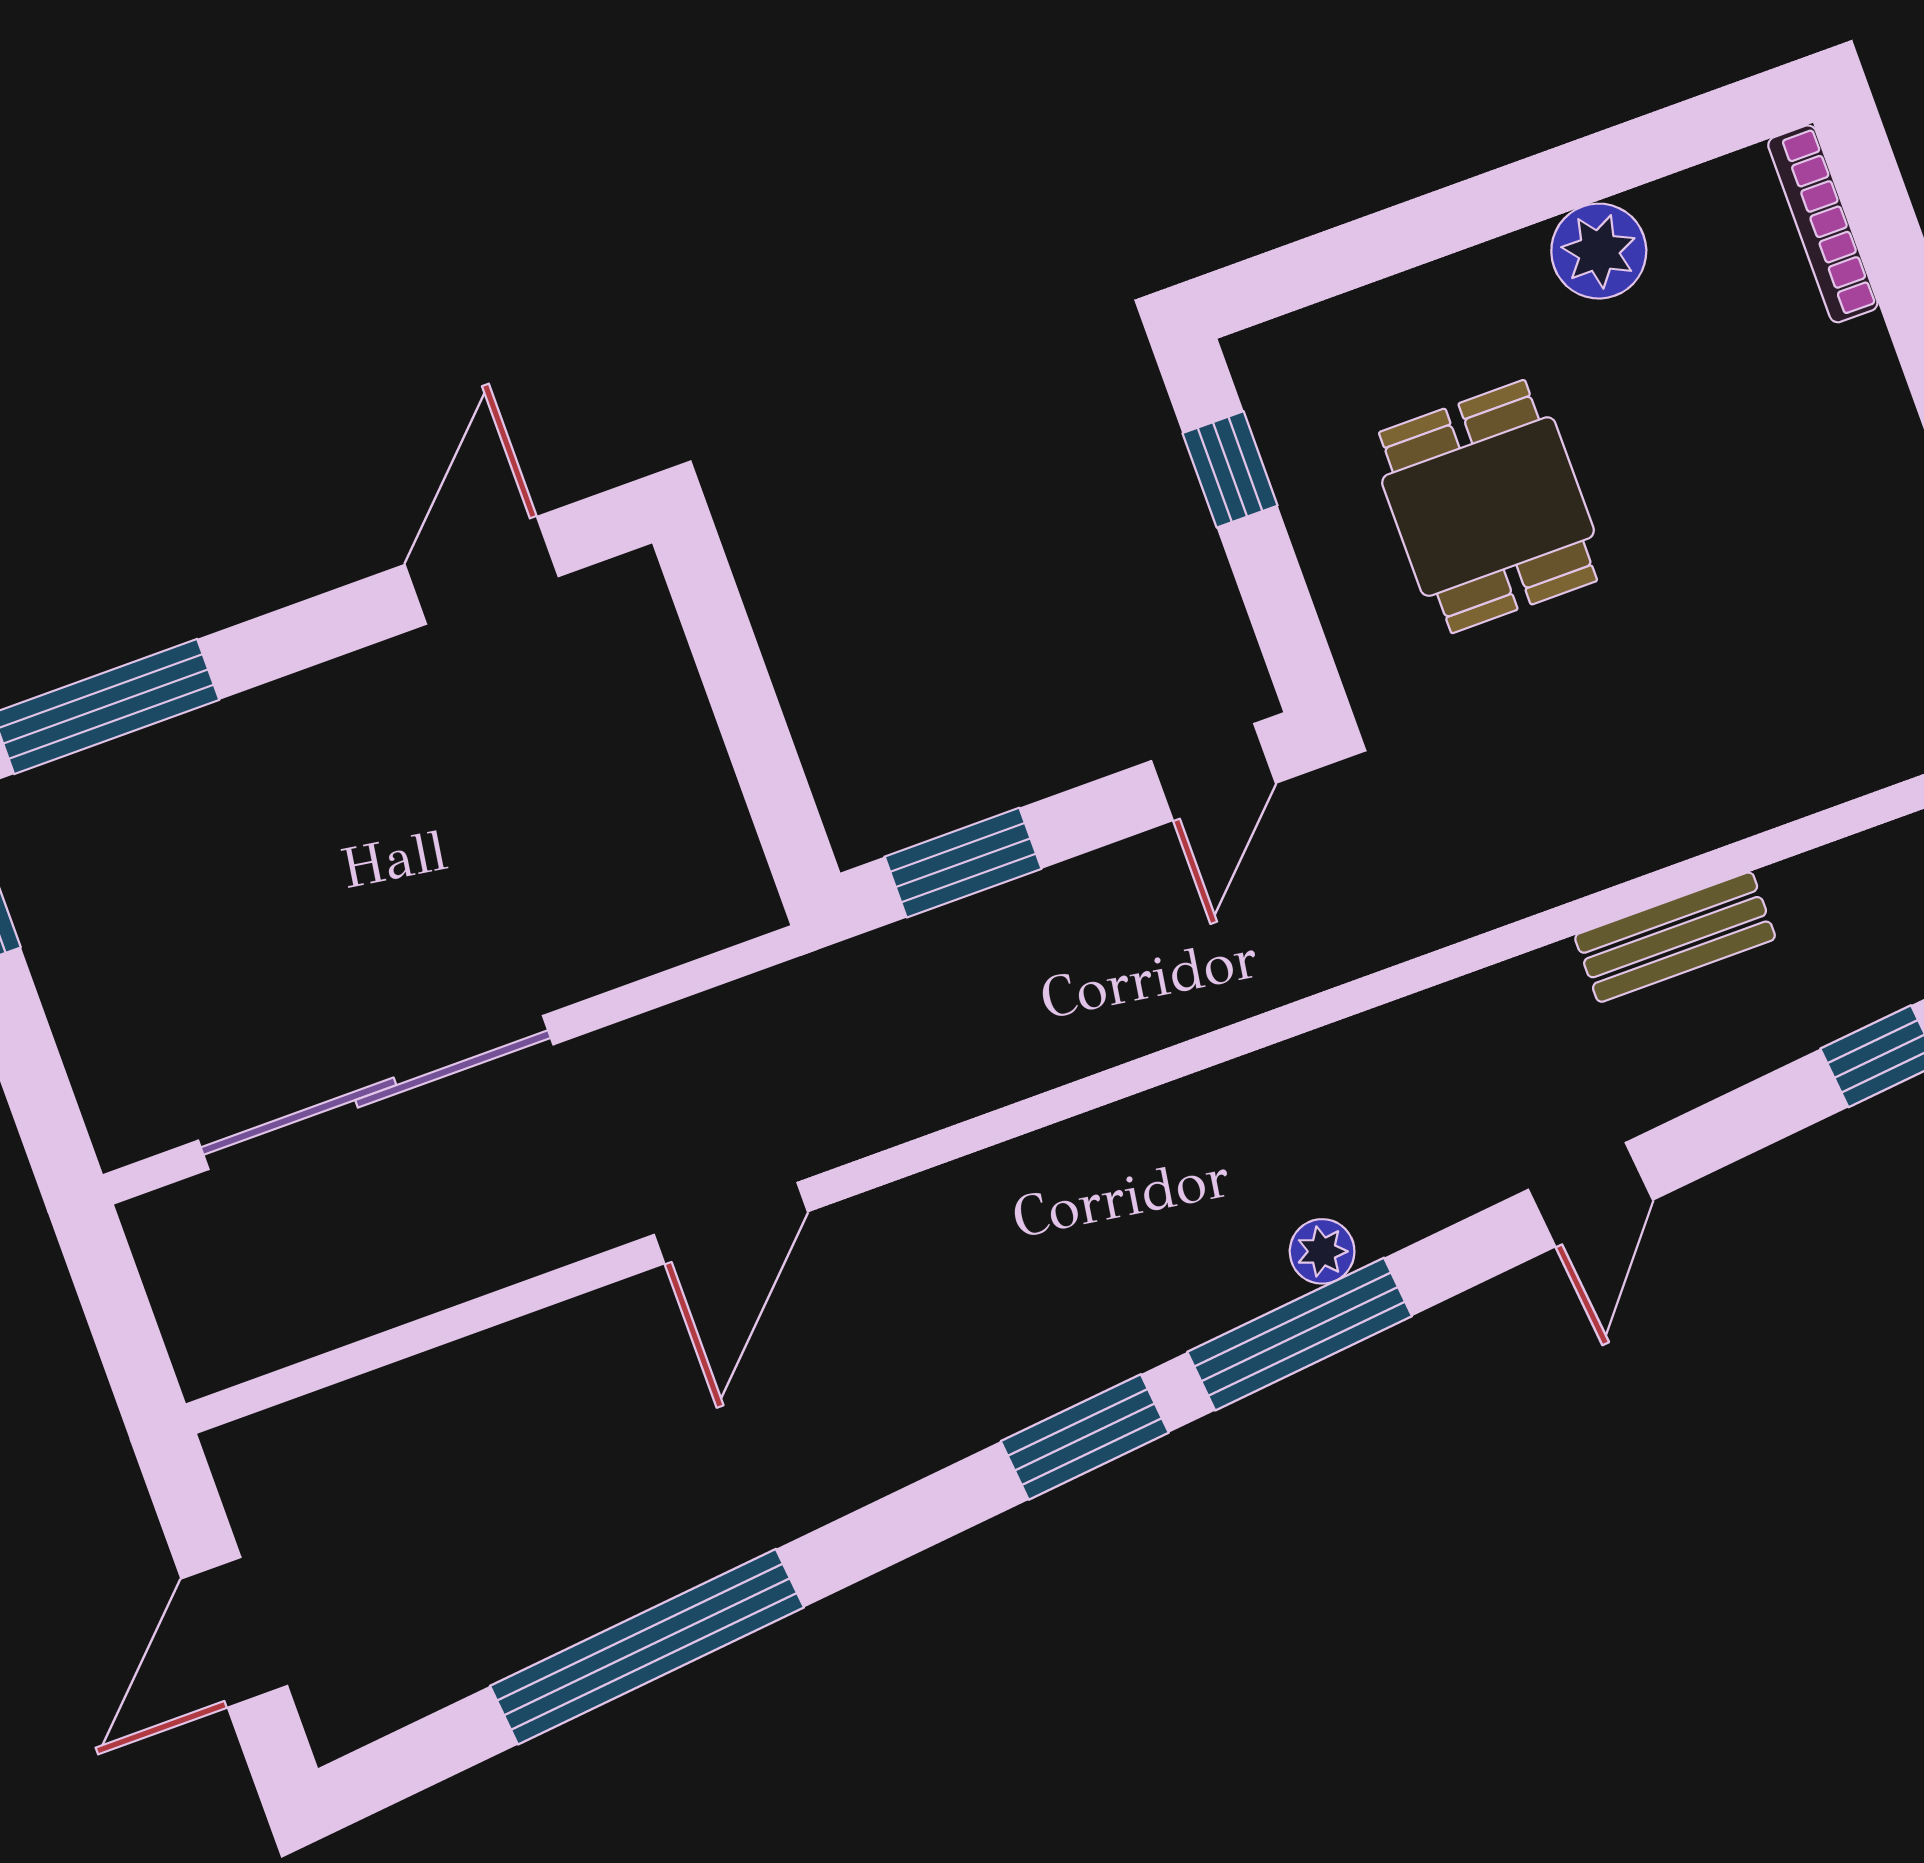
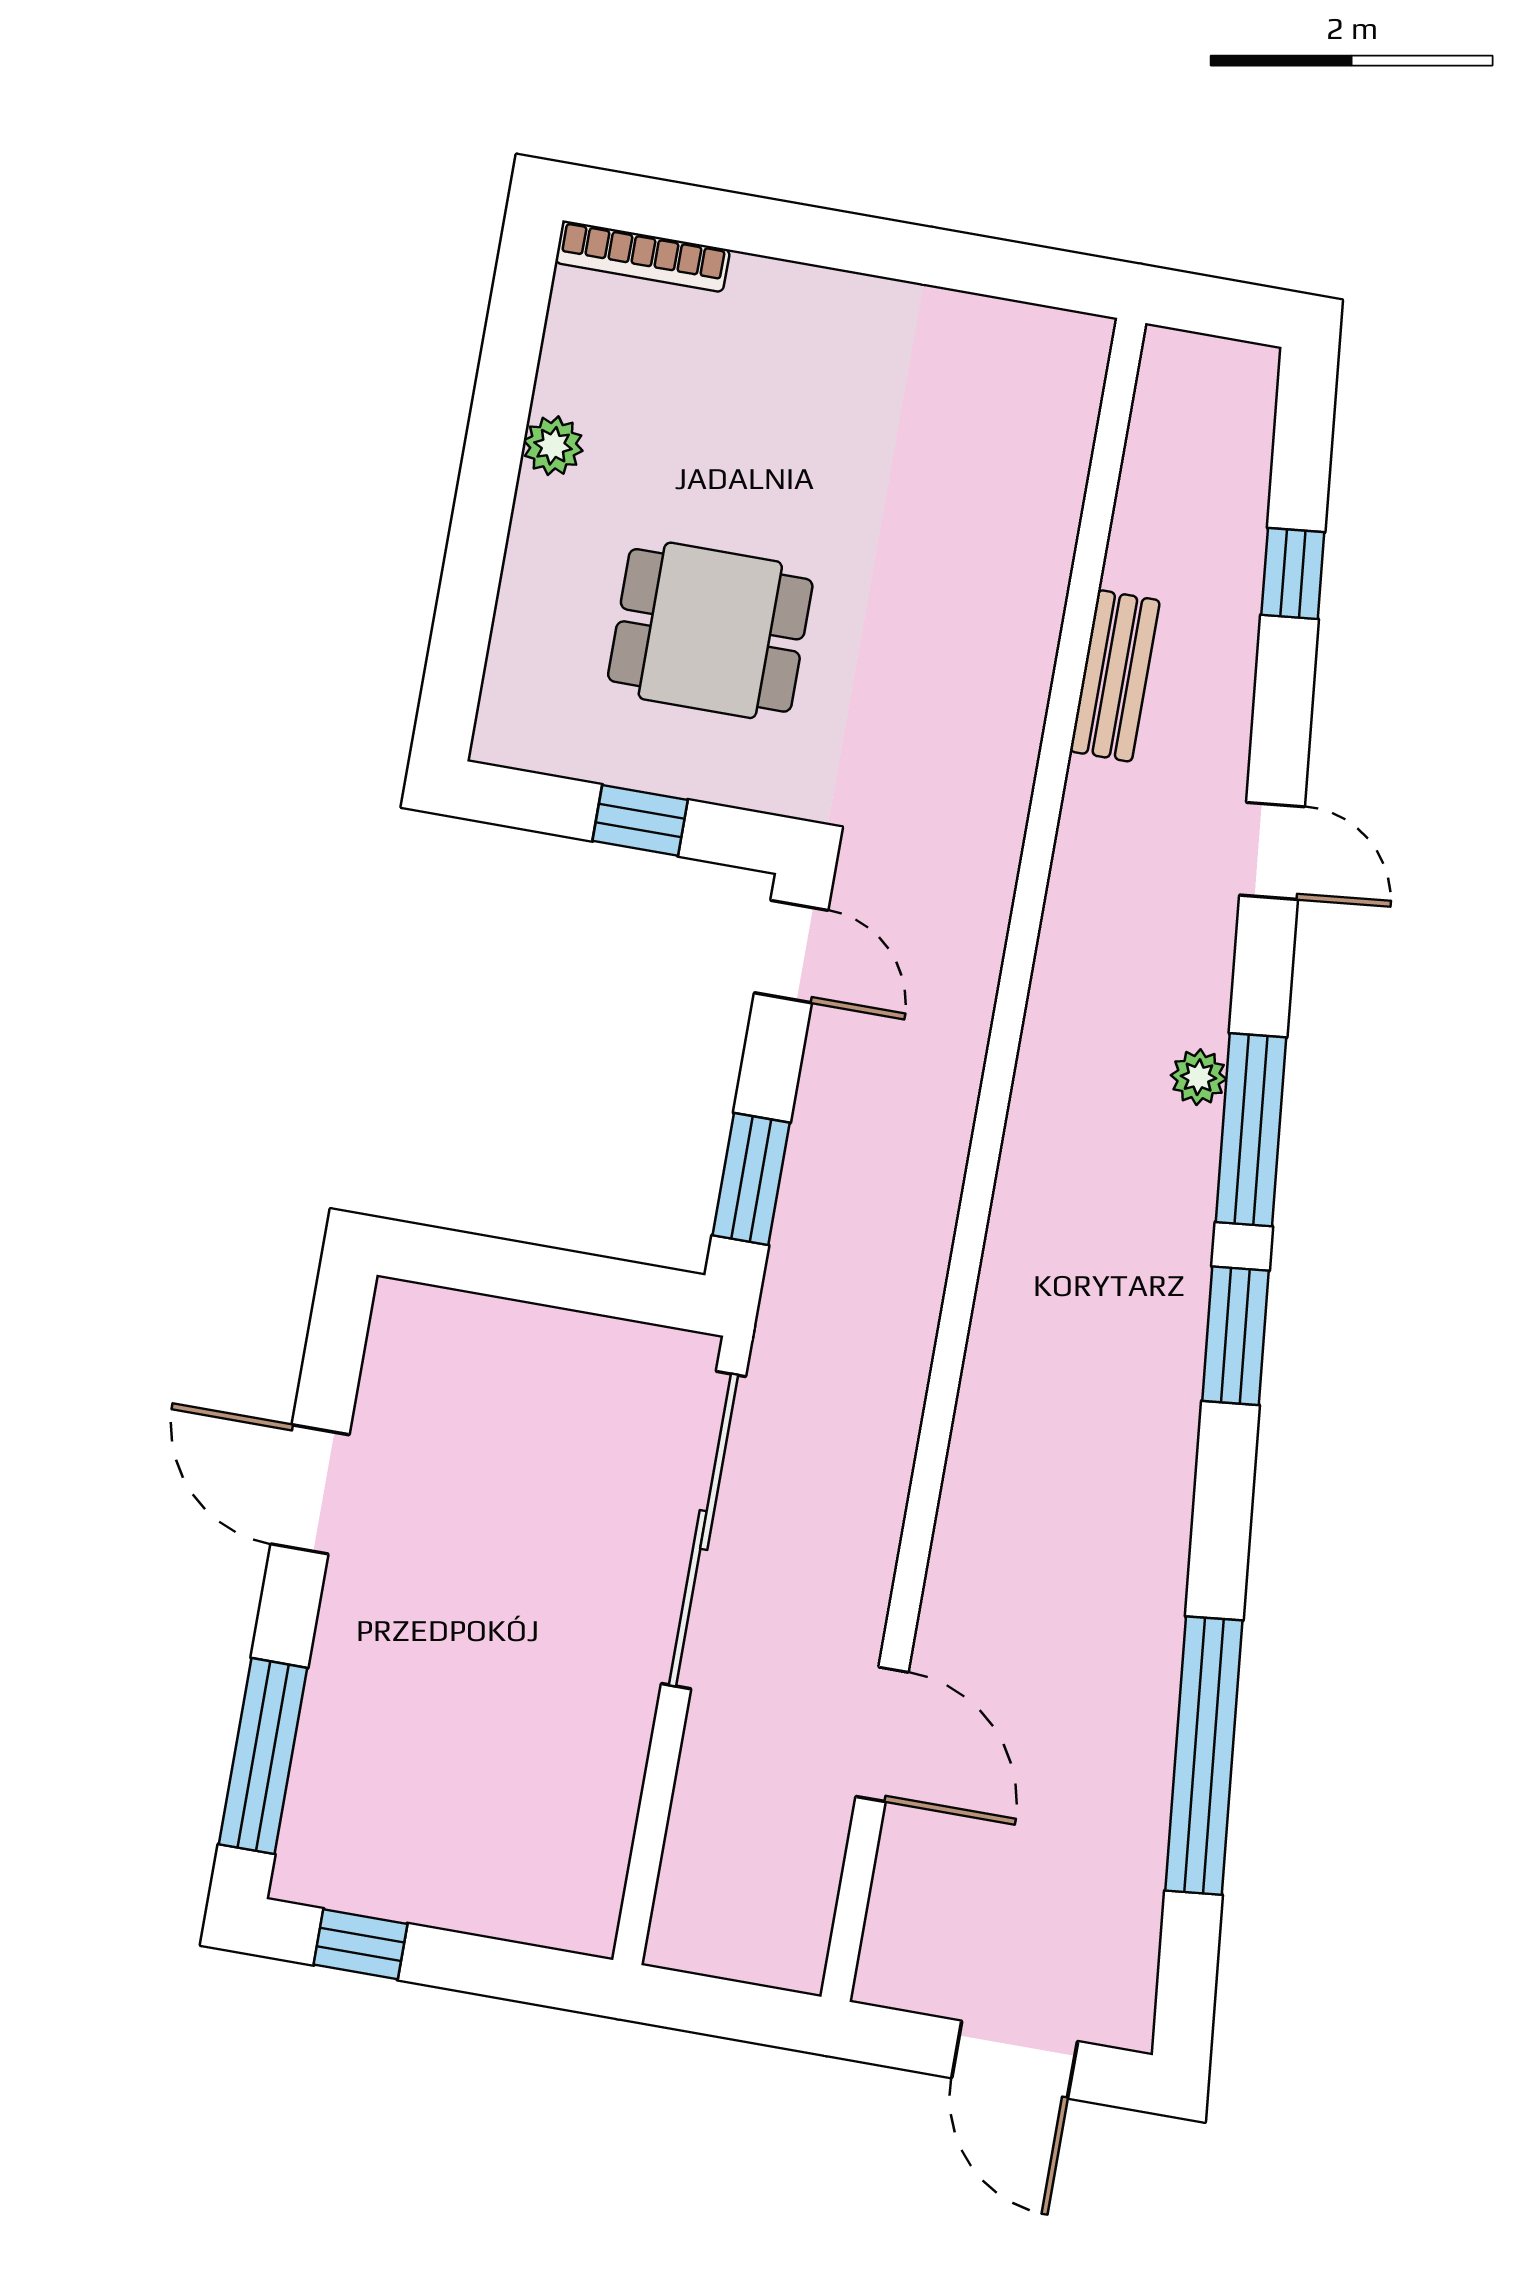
plant: (1599, 251) -> (553, 446), width x0.73, depth x0.73
window: (1230, 469) -> (640, 820), moved
door: (482, 570) -> (310, 1489), moved
sliding door: (376, 1093) -> (703, 1530), moved
door: (731, 1223) -> (882, 1734), moved

